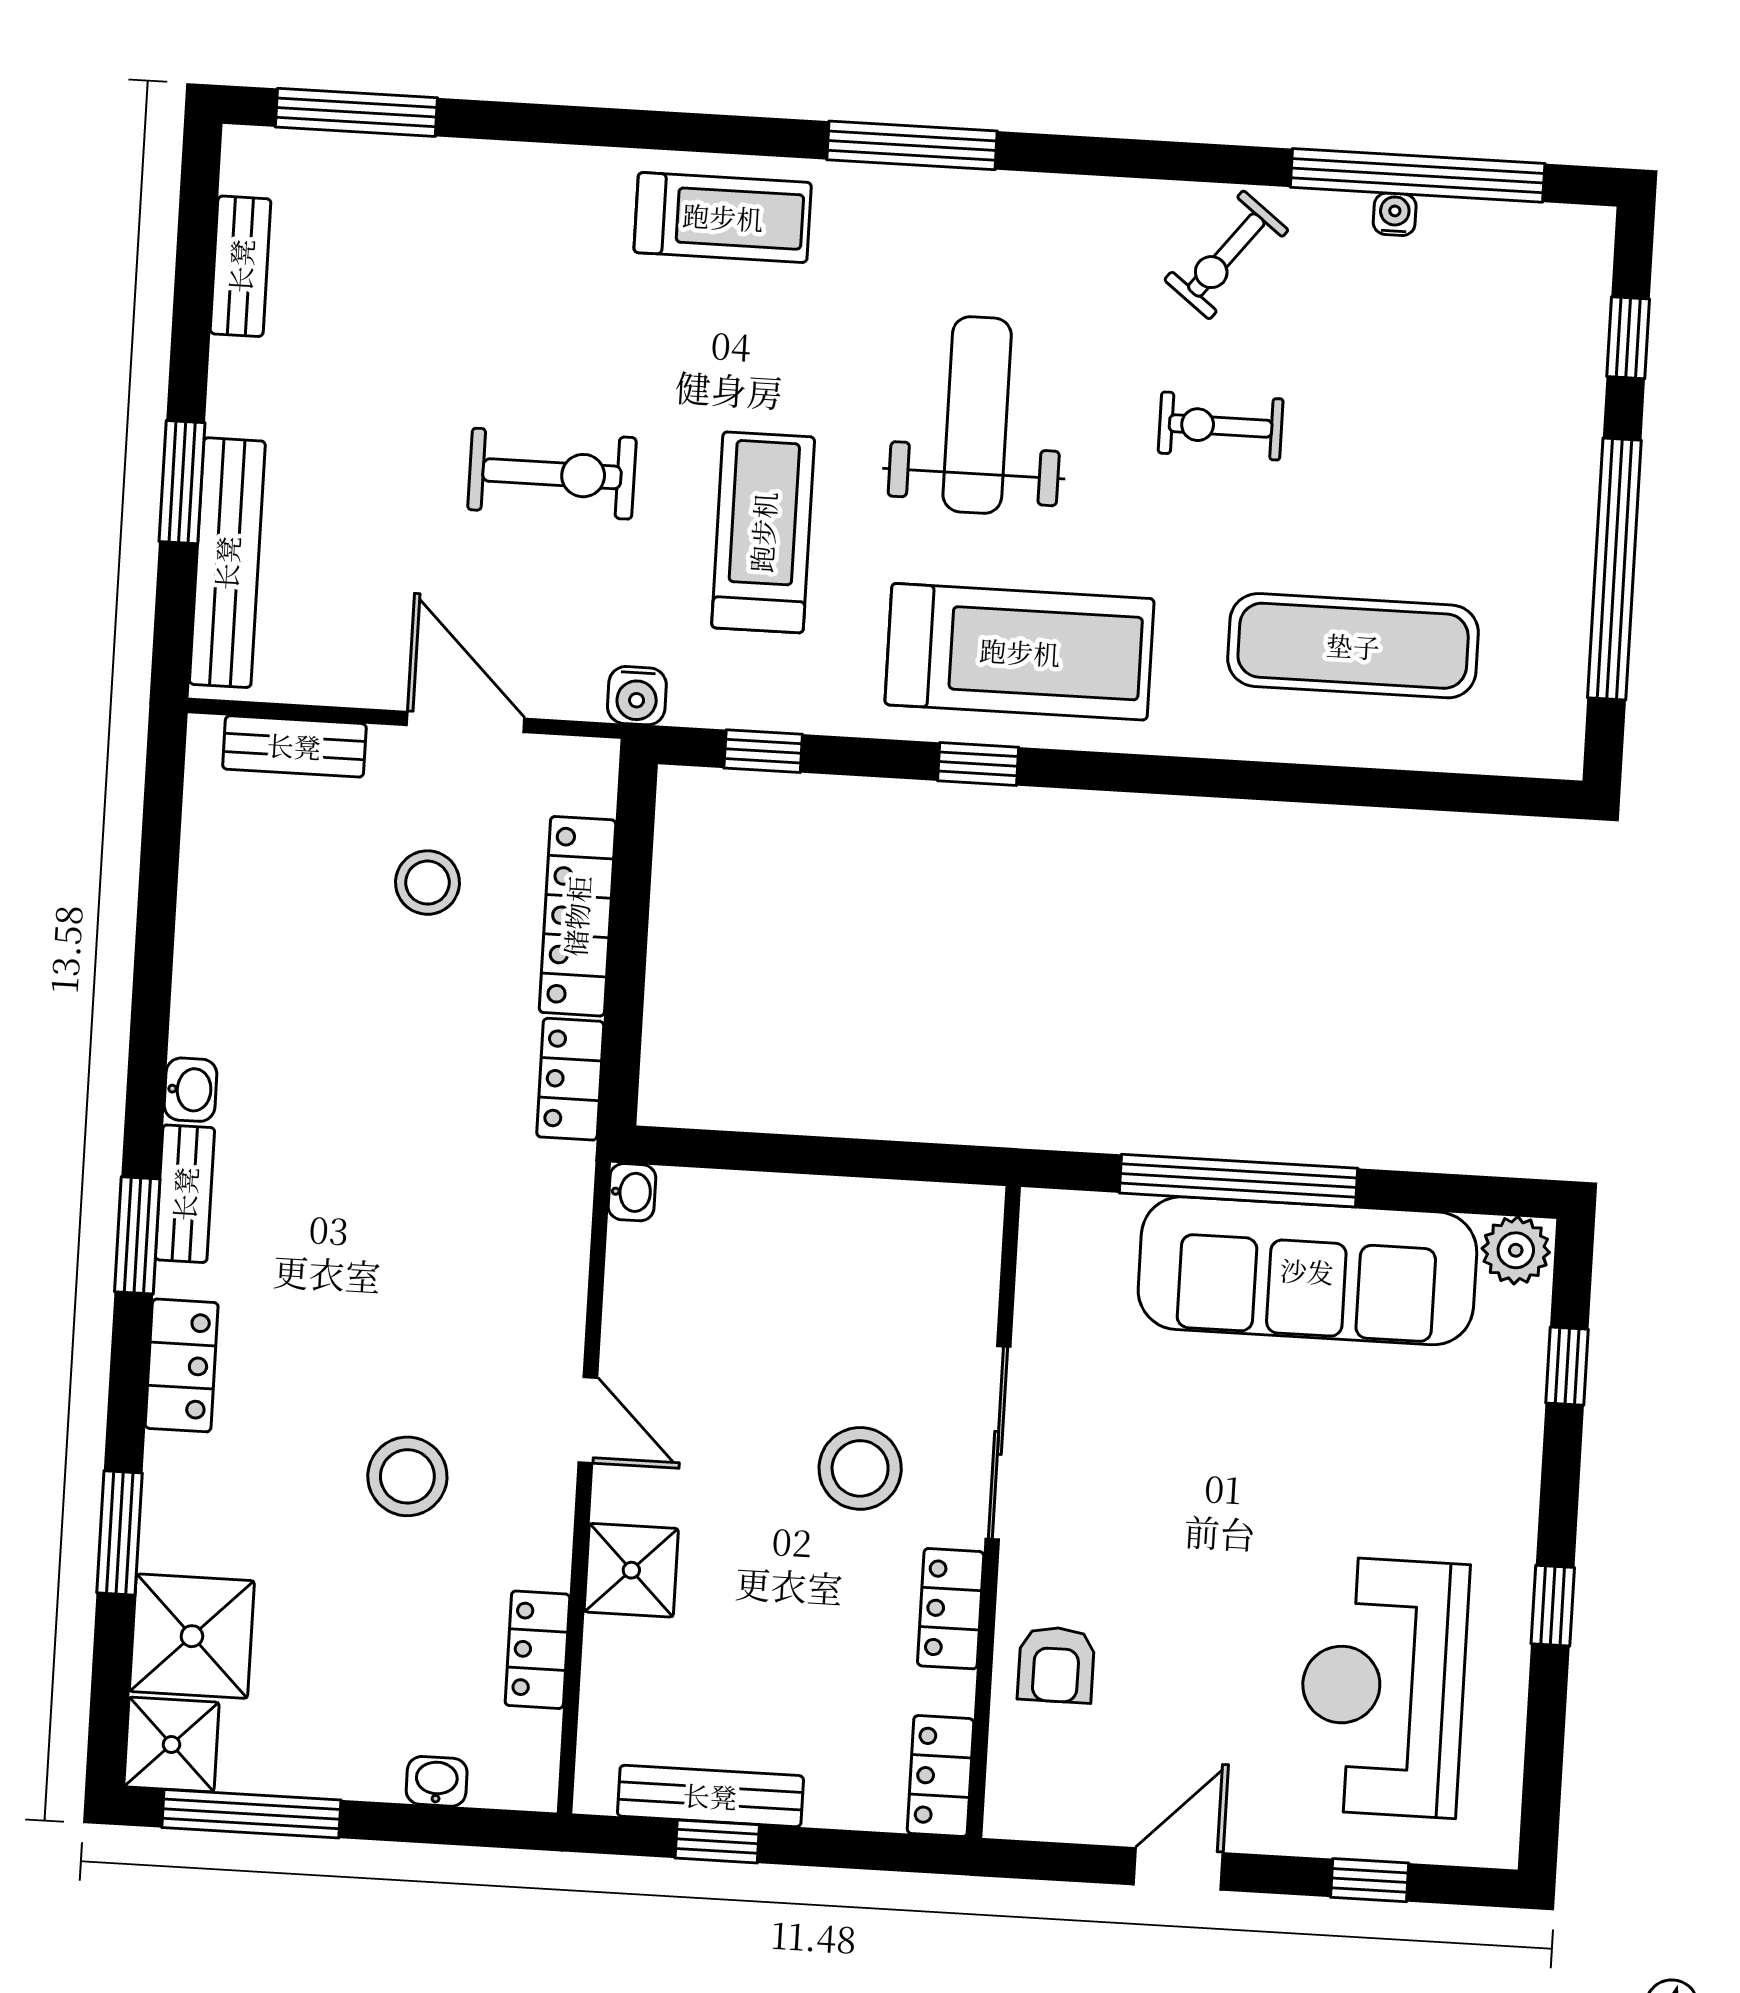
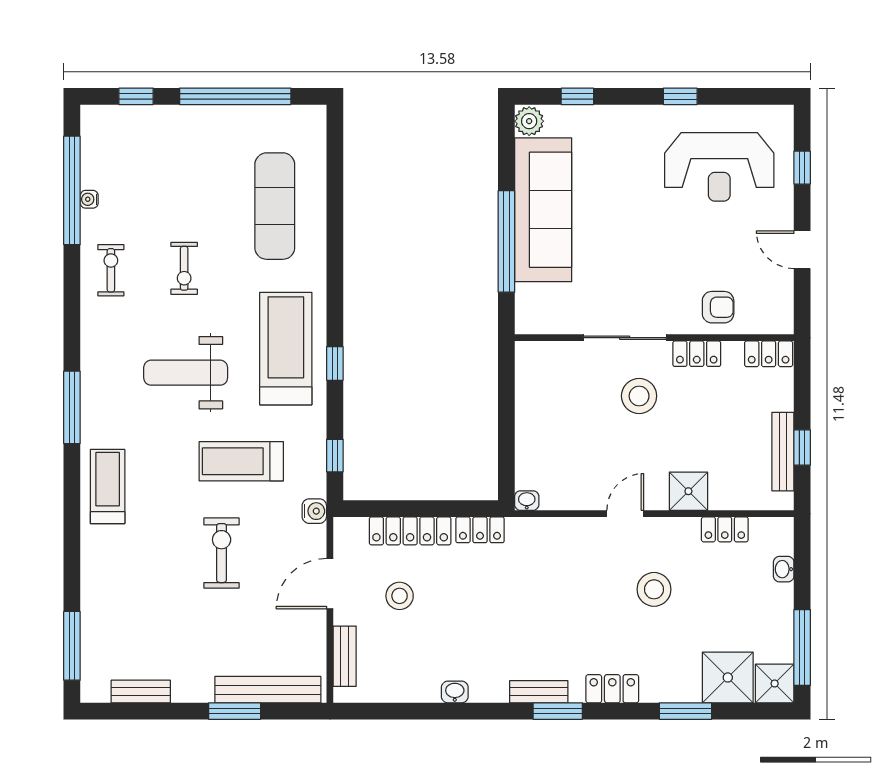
exercise bike: (1226, 255) -> (111, 270), turned -128
washbasin: (190, 1090) -> (455, 692), moved

